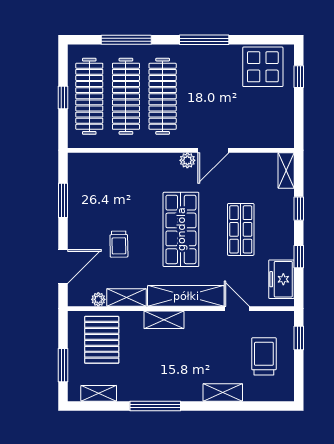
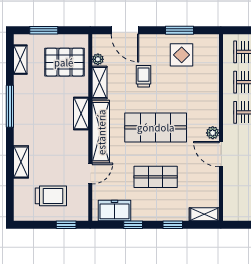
display table: (93, 198) -> (182, 55), added
trolley: (119, 244) -> (144, 76), turned 91

